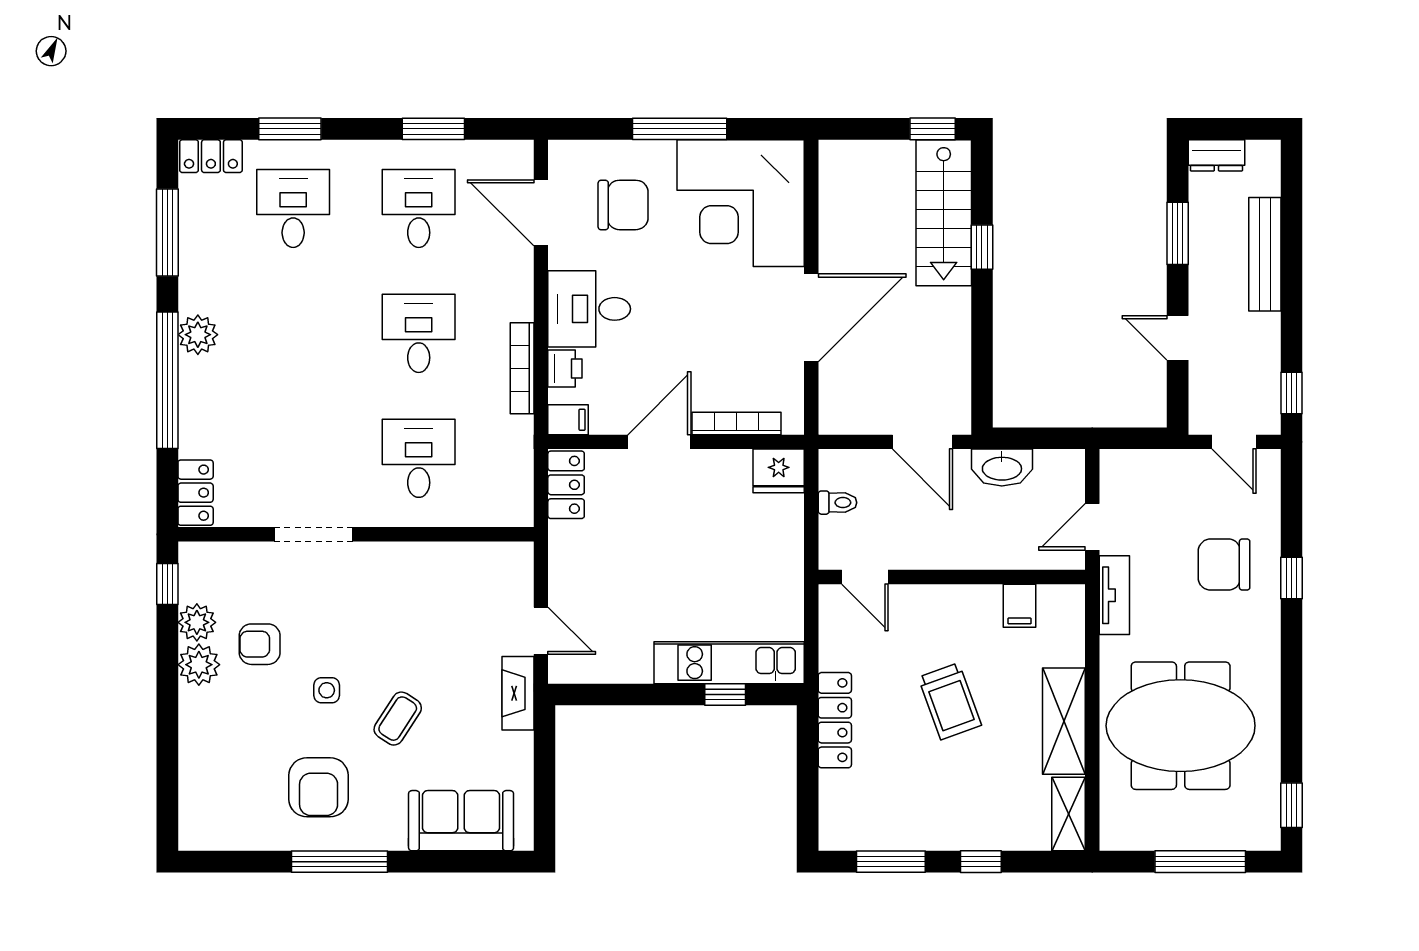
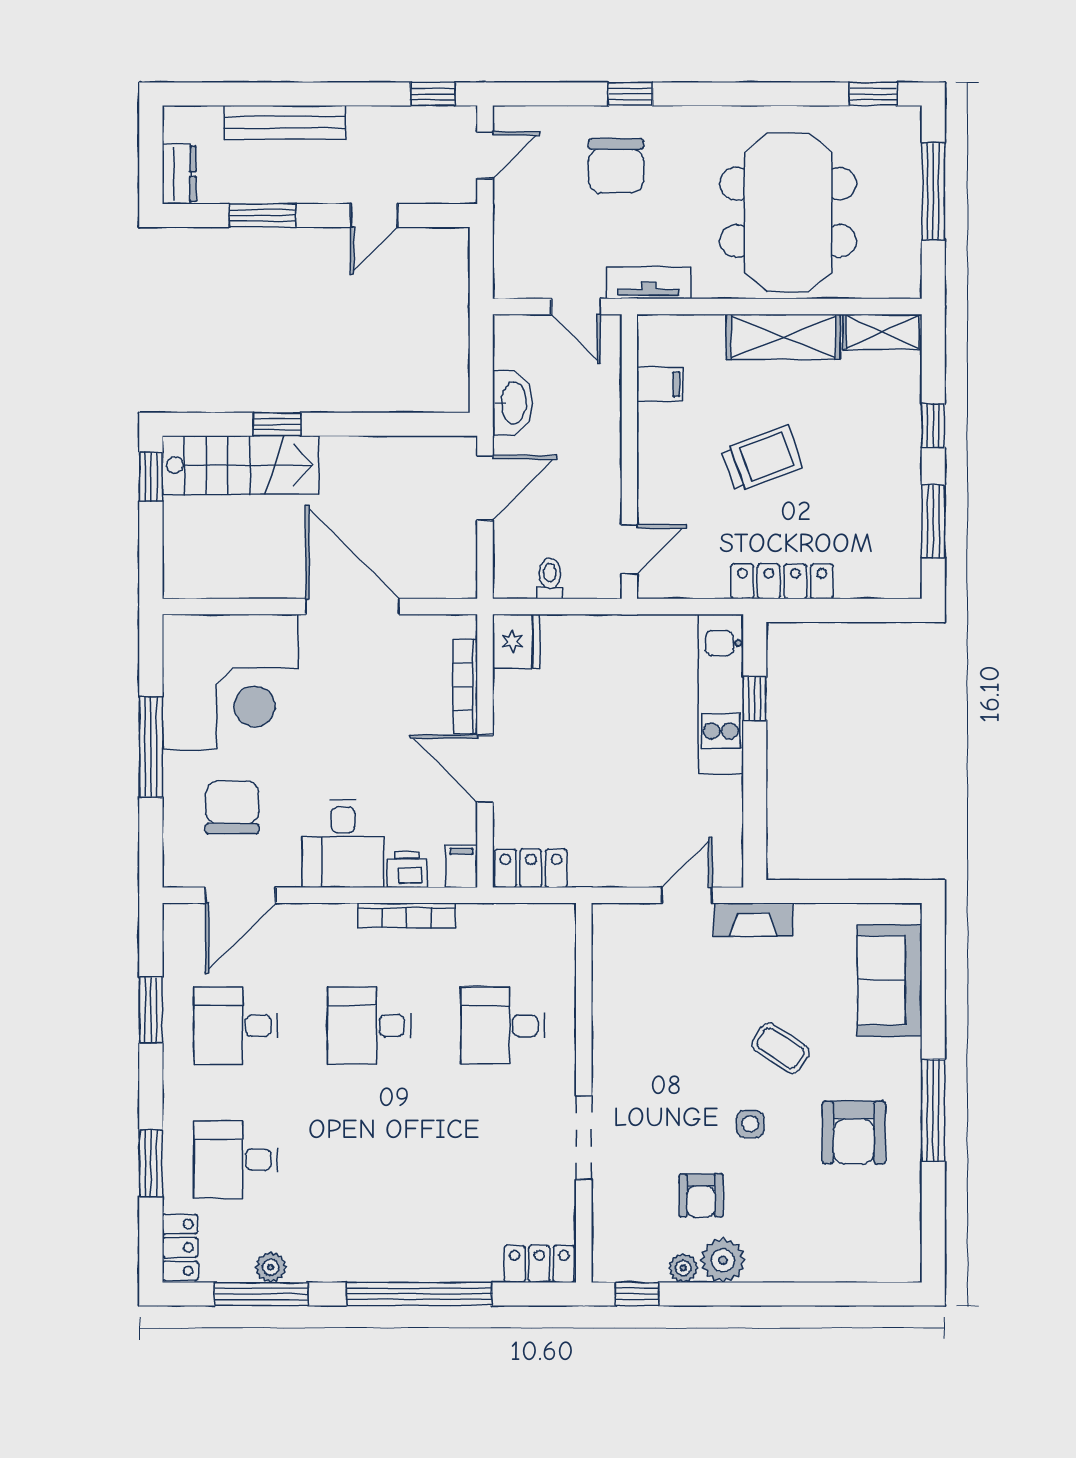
plant: (198, 335) -> (271, 1267), moved, width x0.73, depth x0.73
plant: (197, 622) -> (683, 1268), width x0.73, depth x0.73
armchair: (319, 787) -> (854, 1133), turned 90

